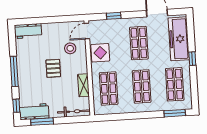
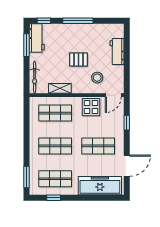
workbench: (28, 31) -> (117, 52), moved
door: (87, 31) -> (113, 95), swing flipped
window: (192, 59) -> (54, 198), moved

